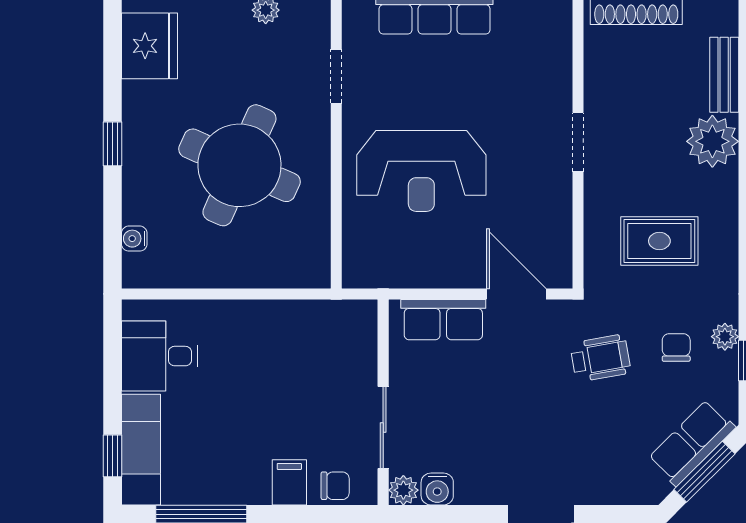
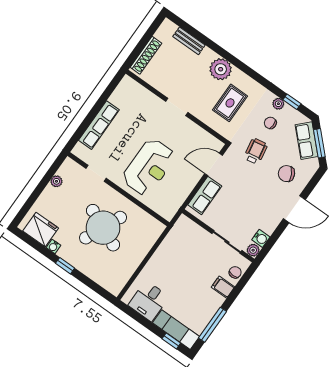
plant: (712, 141) -> (221, 69), moved
water cooler: (134, 239) -> (54, 246), moved
chair: (600, 449) -> (286, 174), added

